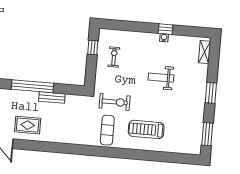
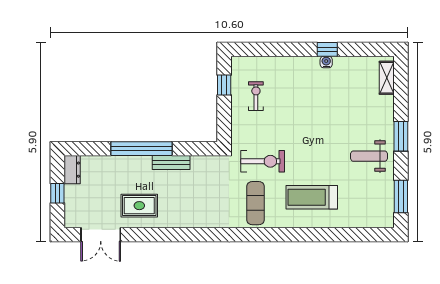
weight bench: (161, 78) -> (369, 156), moved

